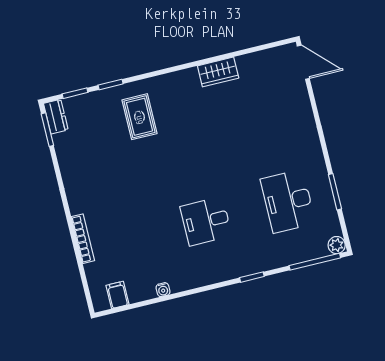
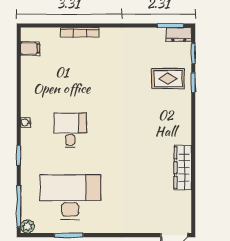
wardrobe: (218, 72) -> (183, 168), width x1.50
rug: (140, 117) -> (168, 79), moved
desk: (288, 201) -> (70, 197), width x1.36, depth x1.30
water cooler: (163, 290) -> (26, 122), moved

